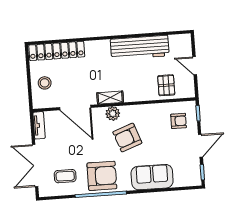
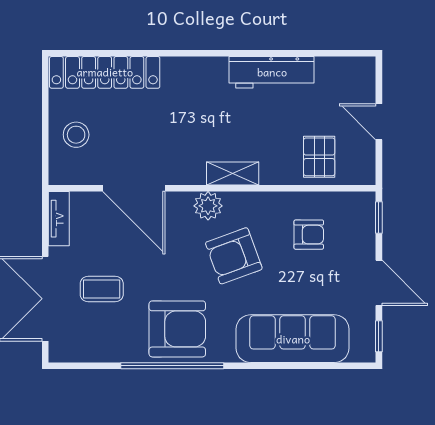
workbench: (140, 48) -> (272, 72), width x0.73, depth x0.76
shelving: (110, 98) -> (233, 173), moved
armchair: (179, 121) -> (309, 235), moved
door: (200, 146) -> (379, 283), hinge flipped
coffee table: (65, 176) -> (102, 289), moved
sofa: (152, 177) -> (293, 339), width x1.36

